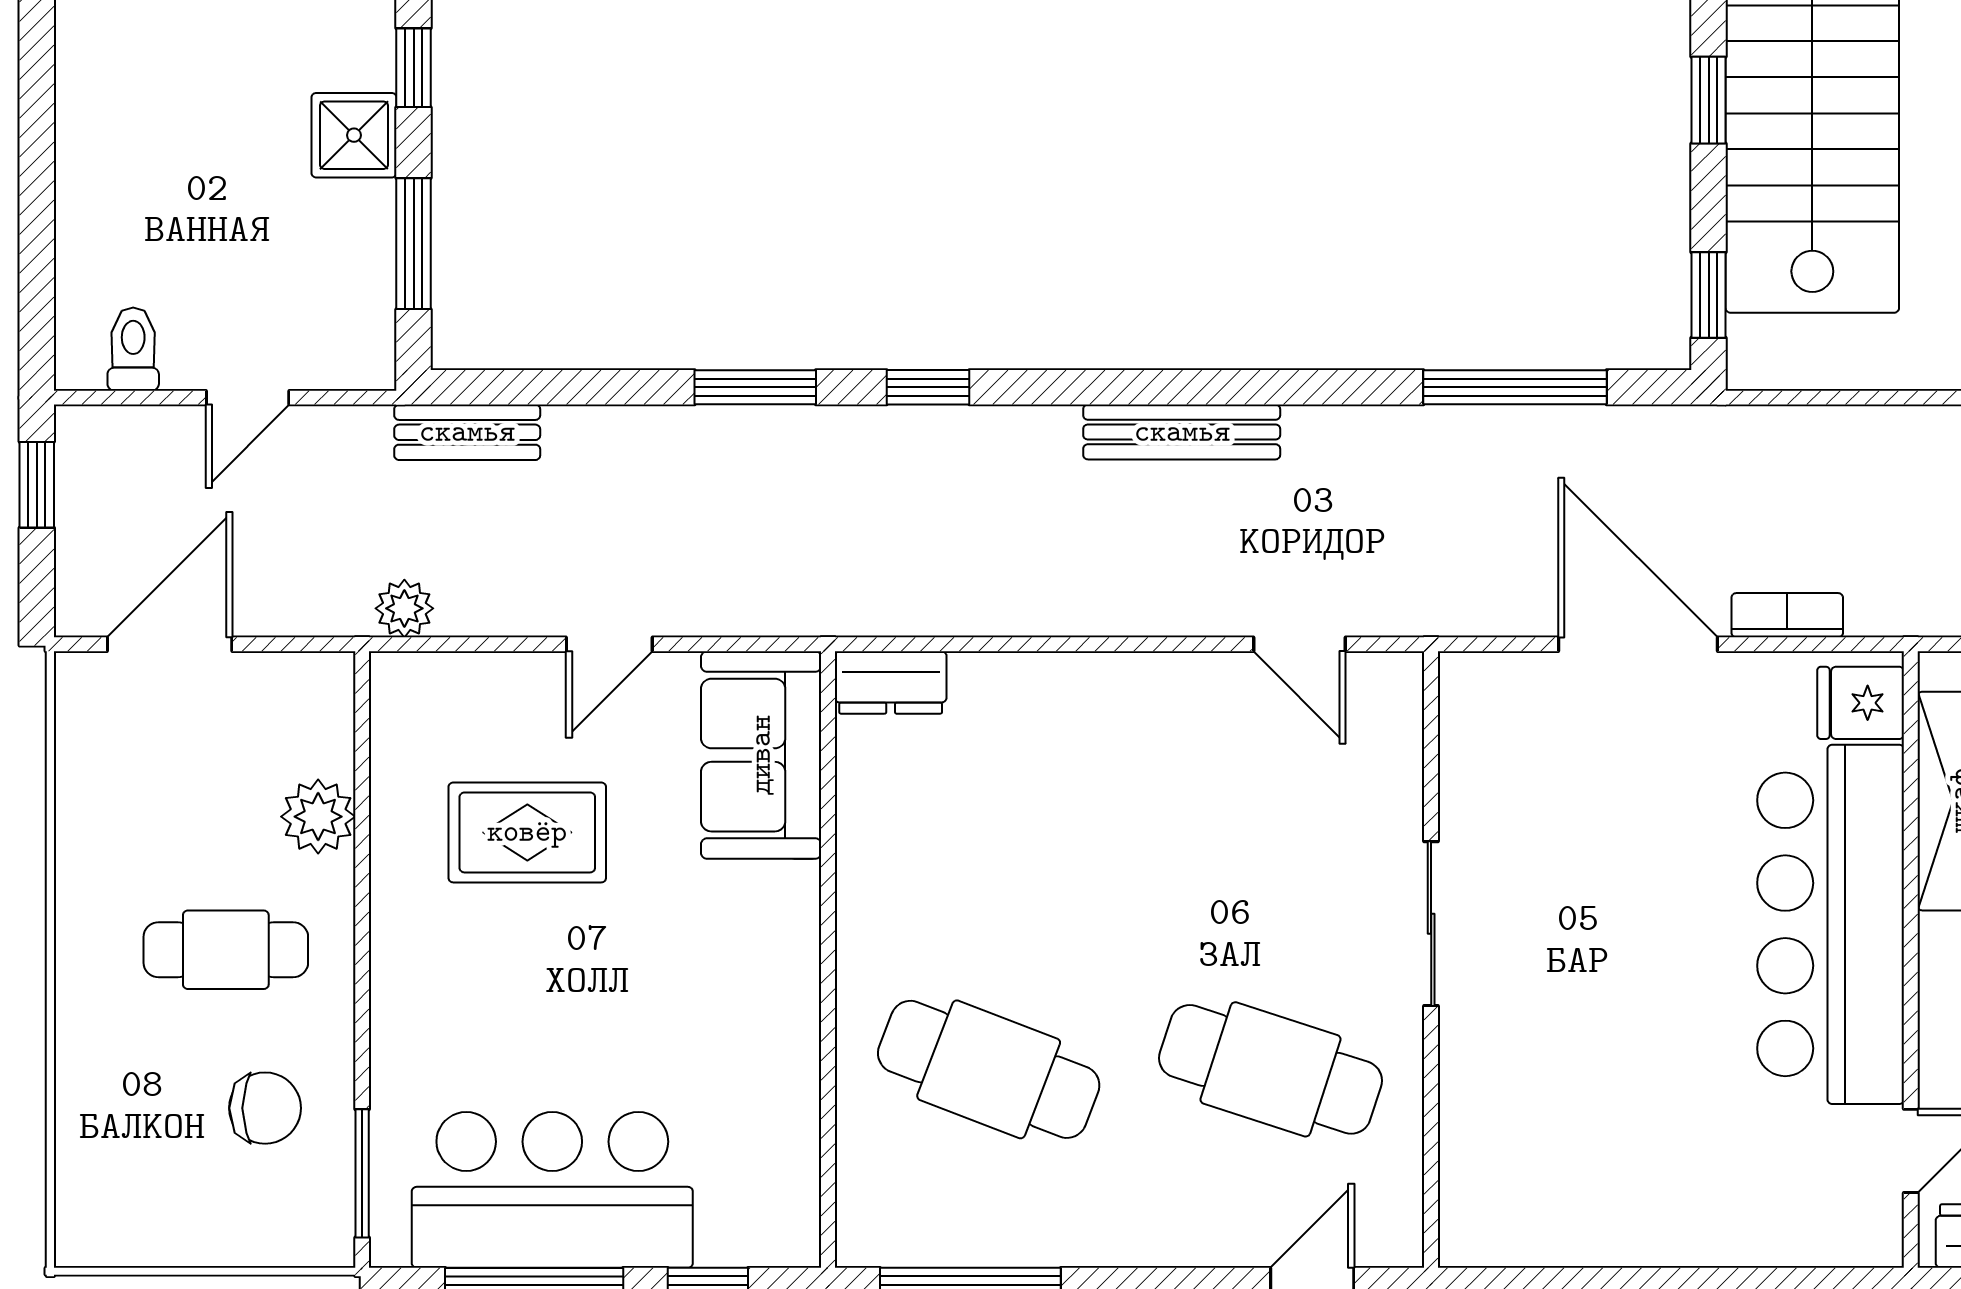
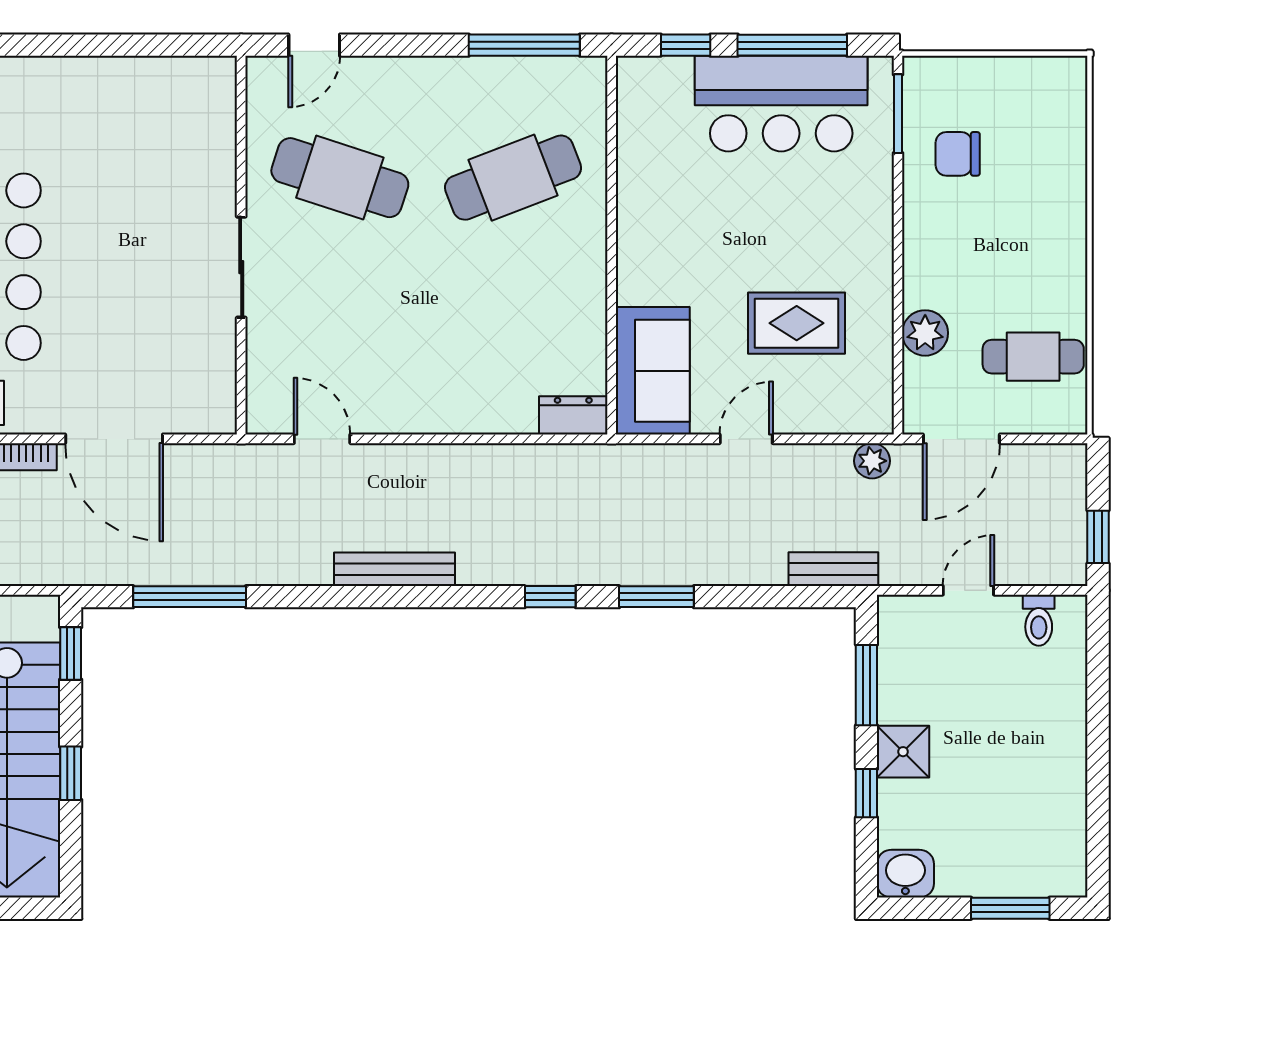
door: (170, 644) -> (961, 439), moved
cafe table: (226, 950) -> (1033, 357), moved
cafe table: (989, 1069) -> (513, 178), turned -42

